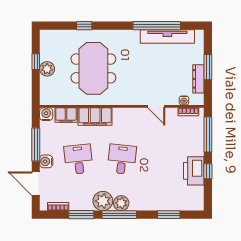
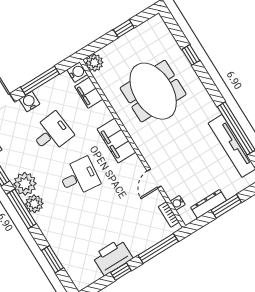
meeting table: (93, 68) -> (153, 91), turned 90
plant: (47, 69) -> (94, 63), moved
filing cabinet: (95, 117) -> (116, 141), moved

